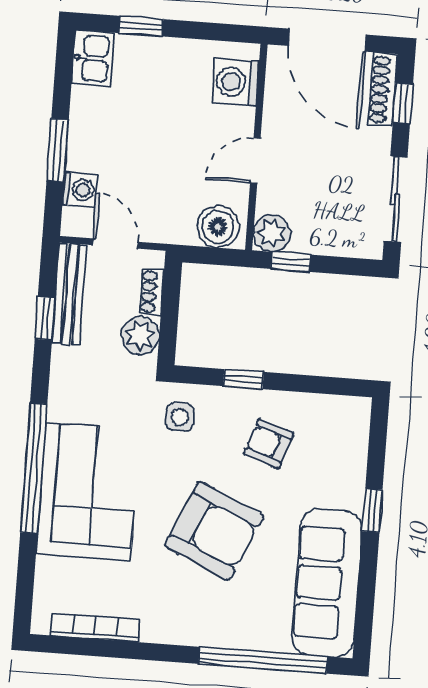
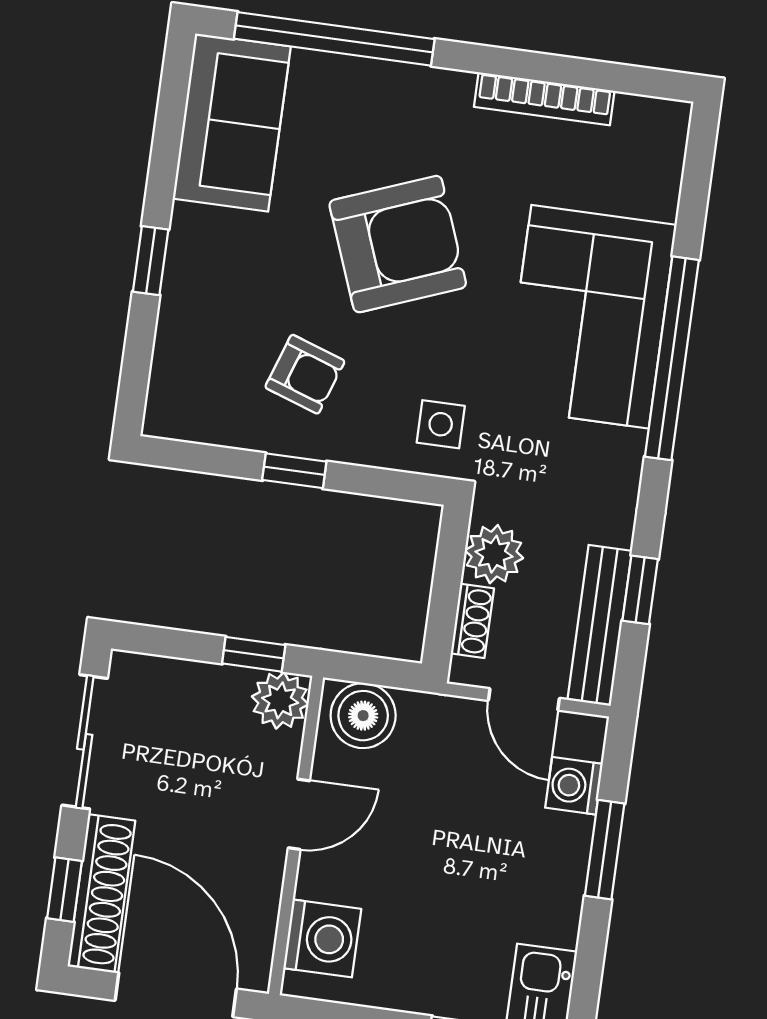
shoe rack: (383, 89) -> (101, 893), width x1.36, depth x1.24
window: (243, 379) -> (294, 471), moved
armchair: (214, 531) -> (398, 244), turned 135
sofa: (327, 583) -> (232, 123), width x0.73
bookcase: (95, 628) -> (544, 99), moved

